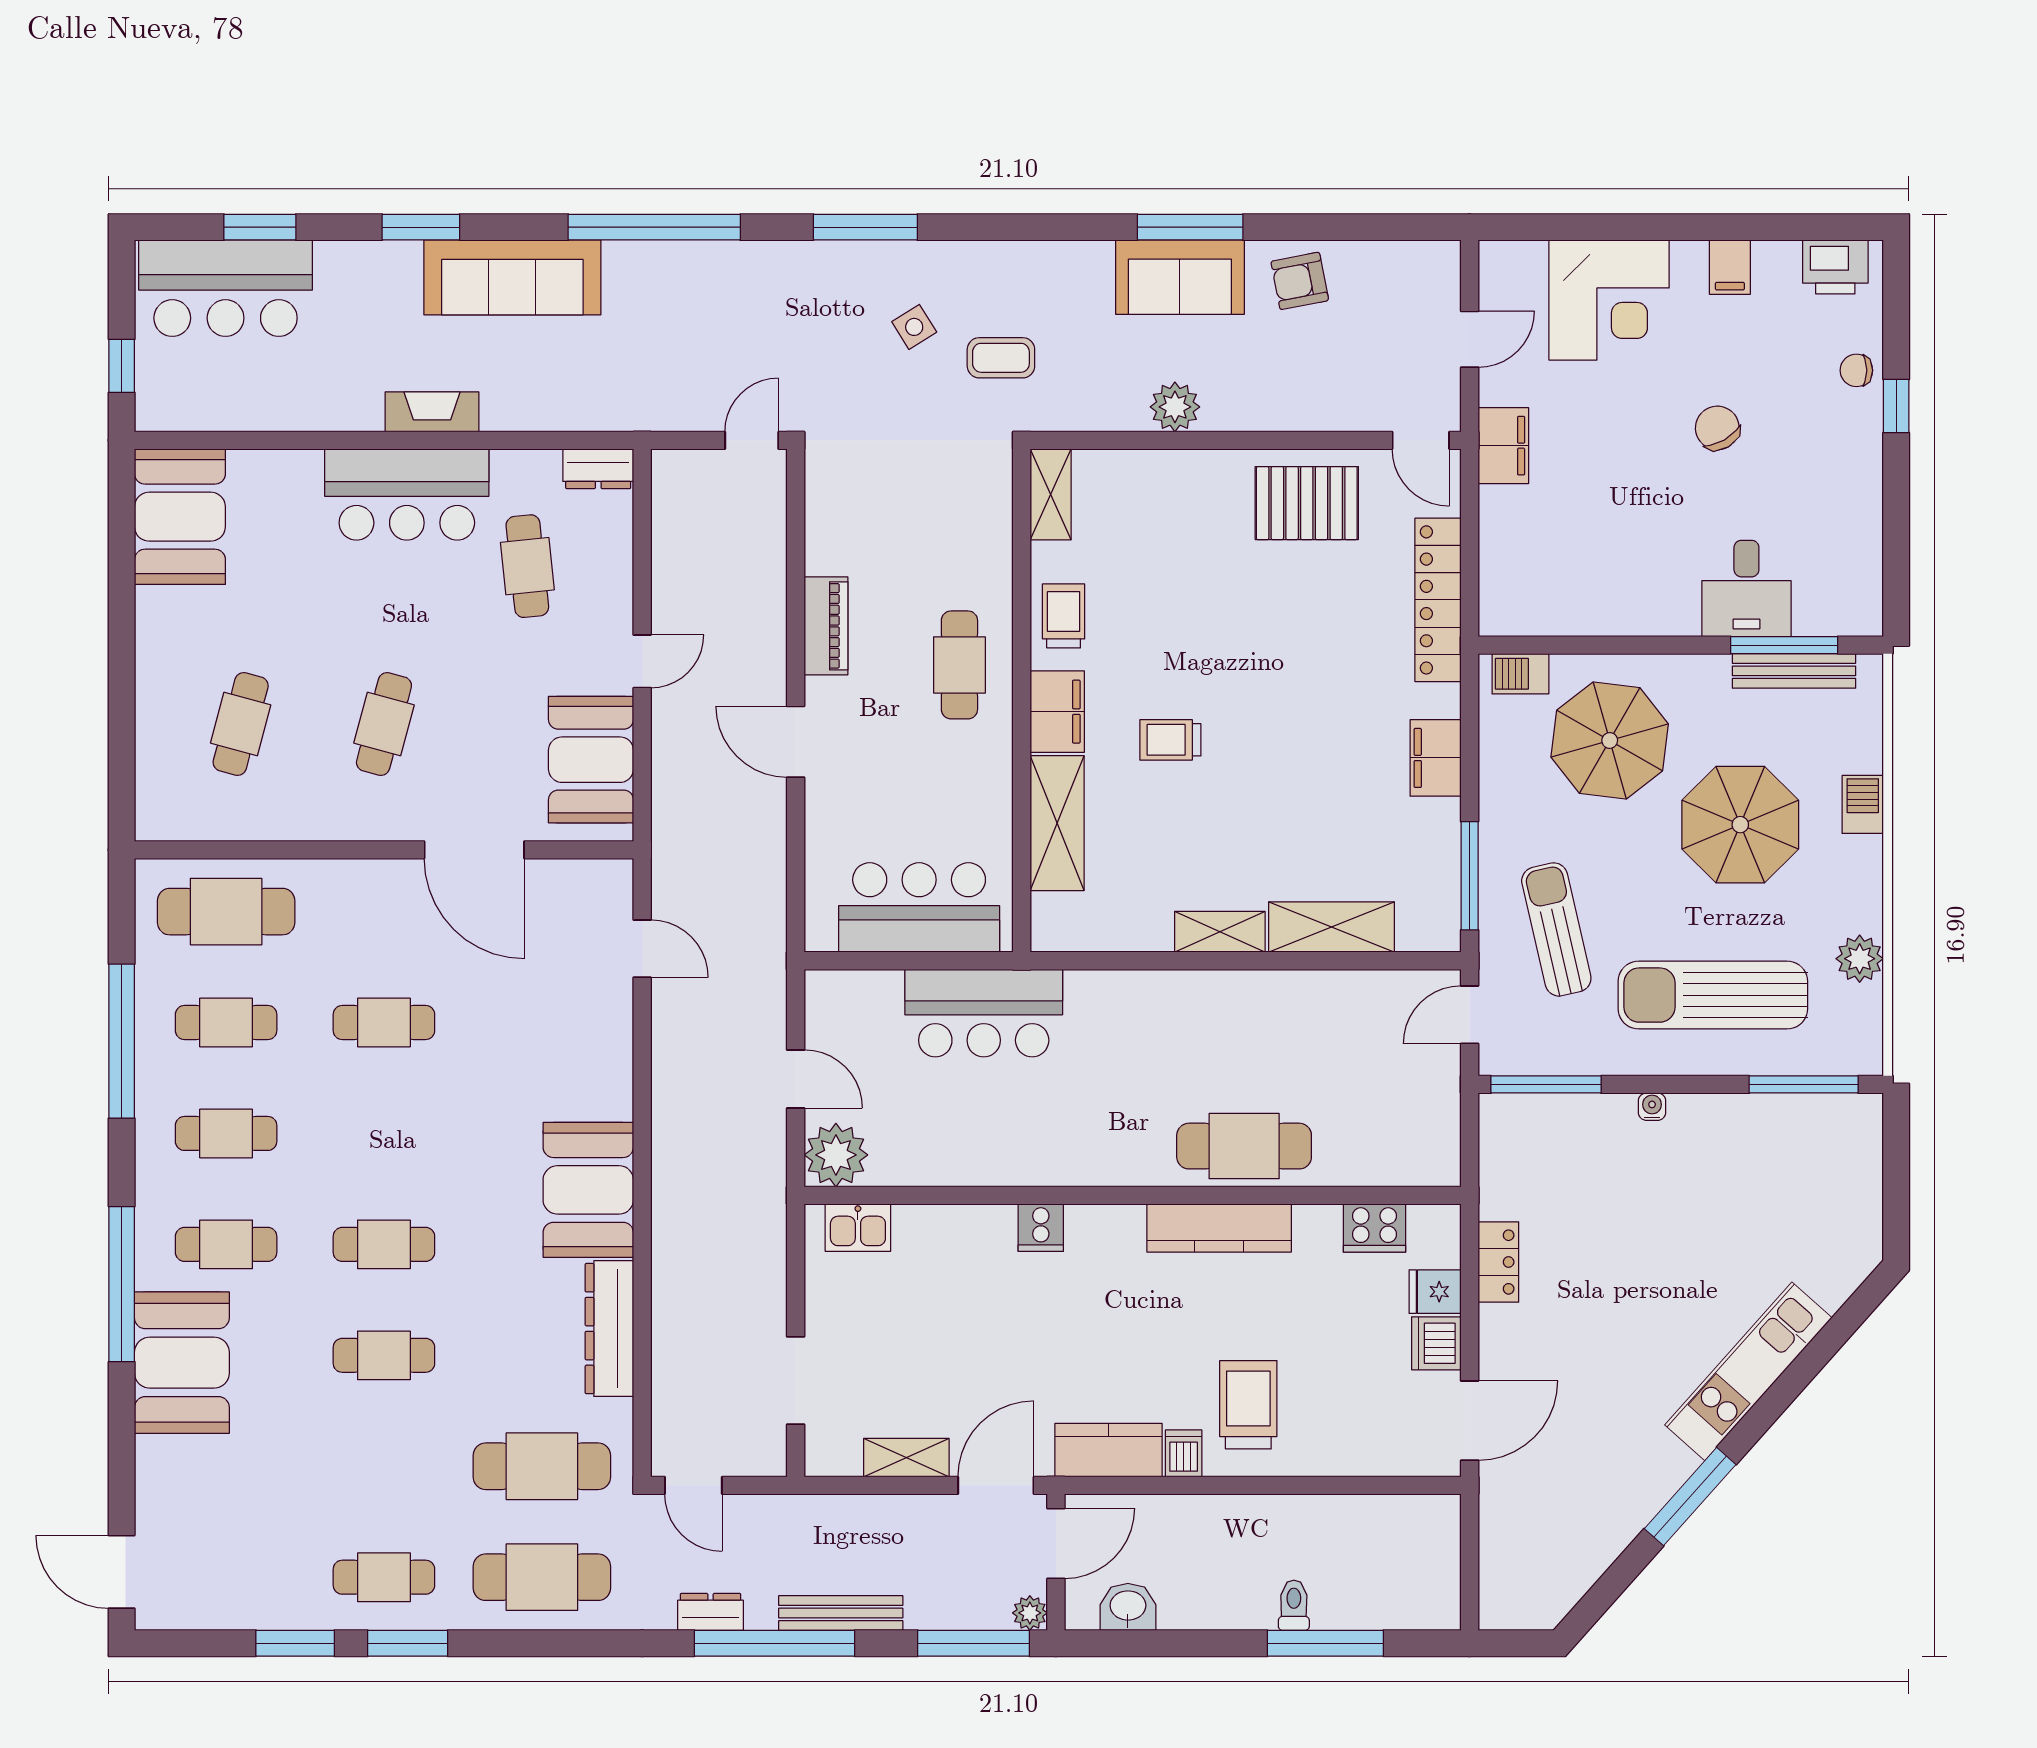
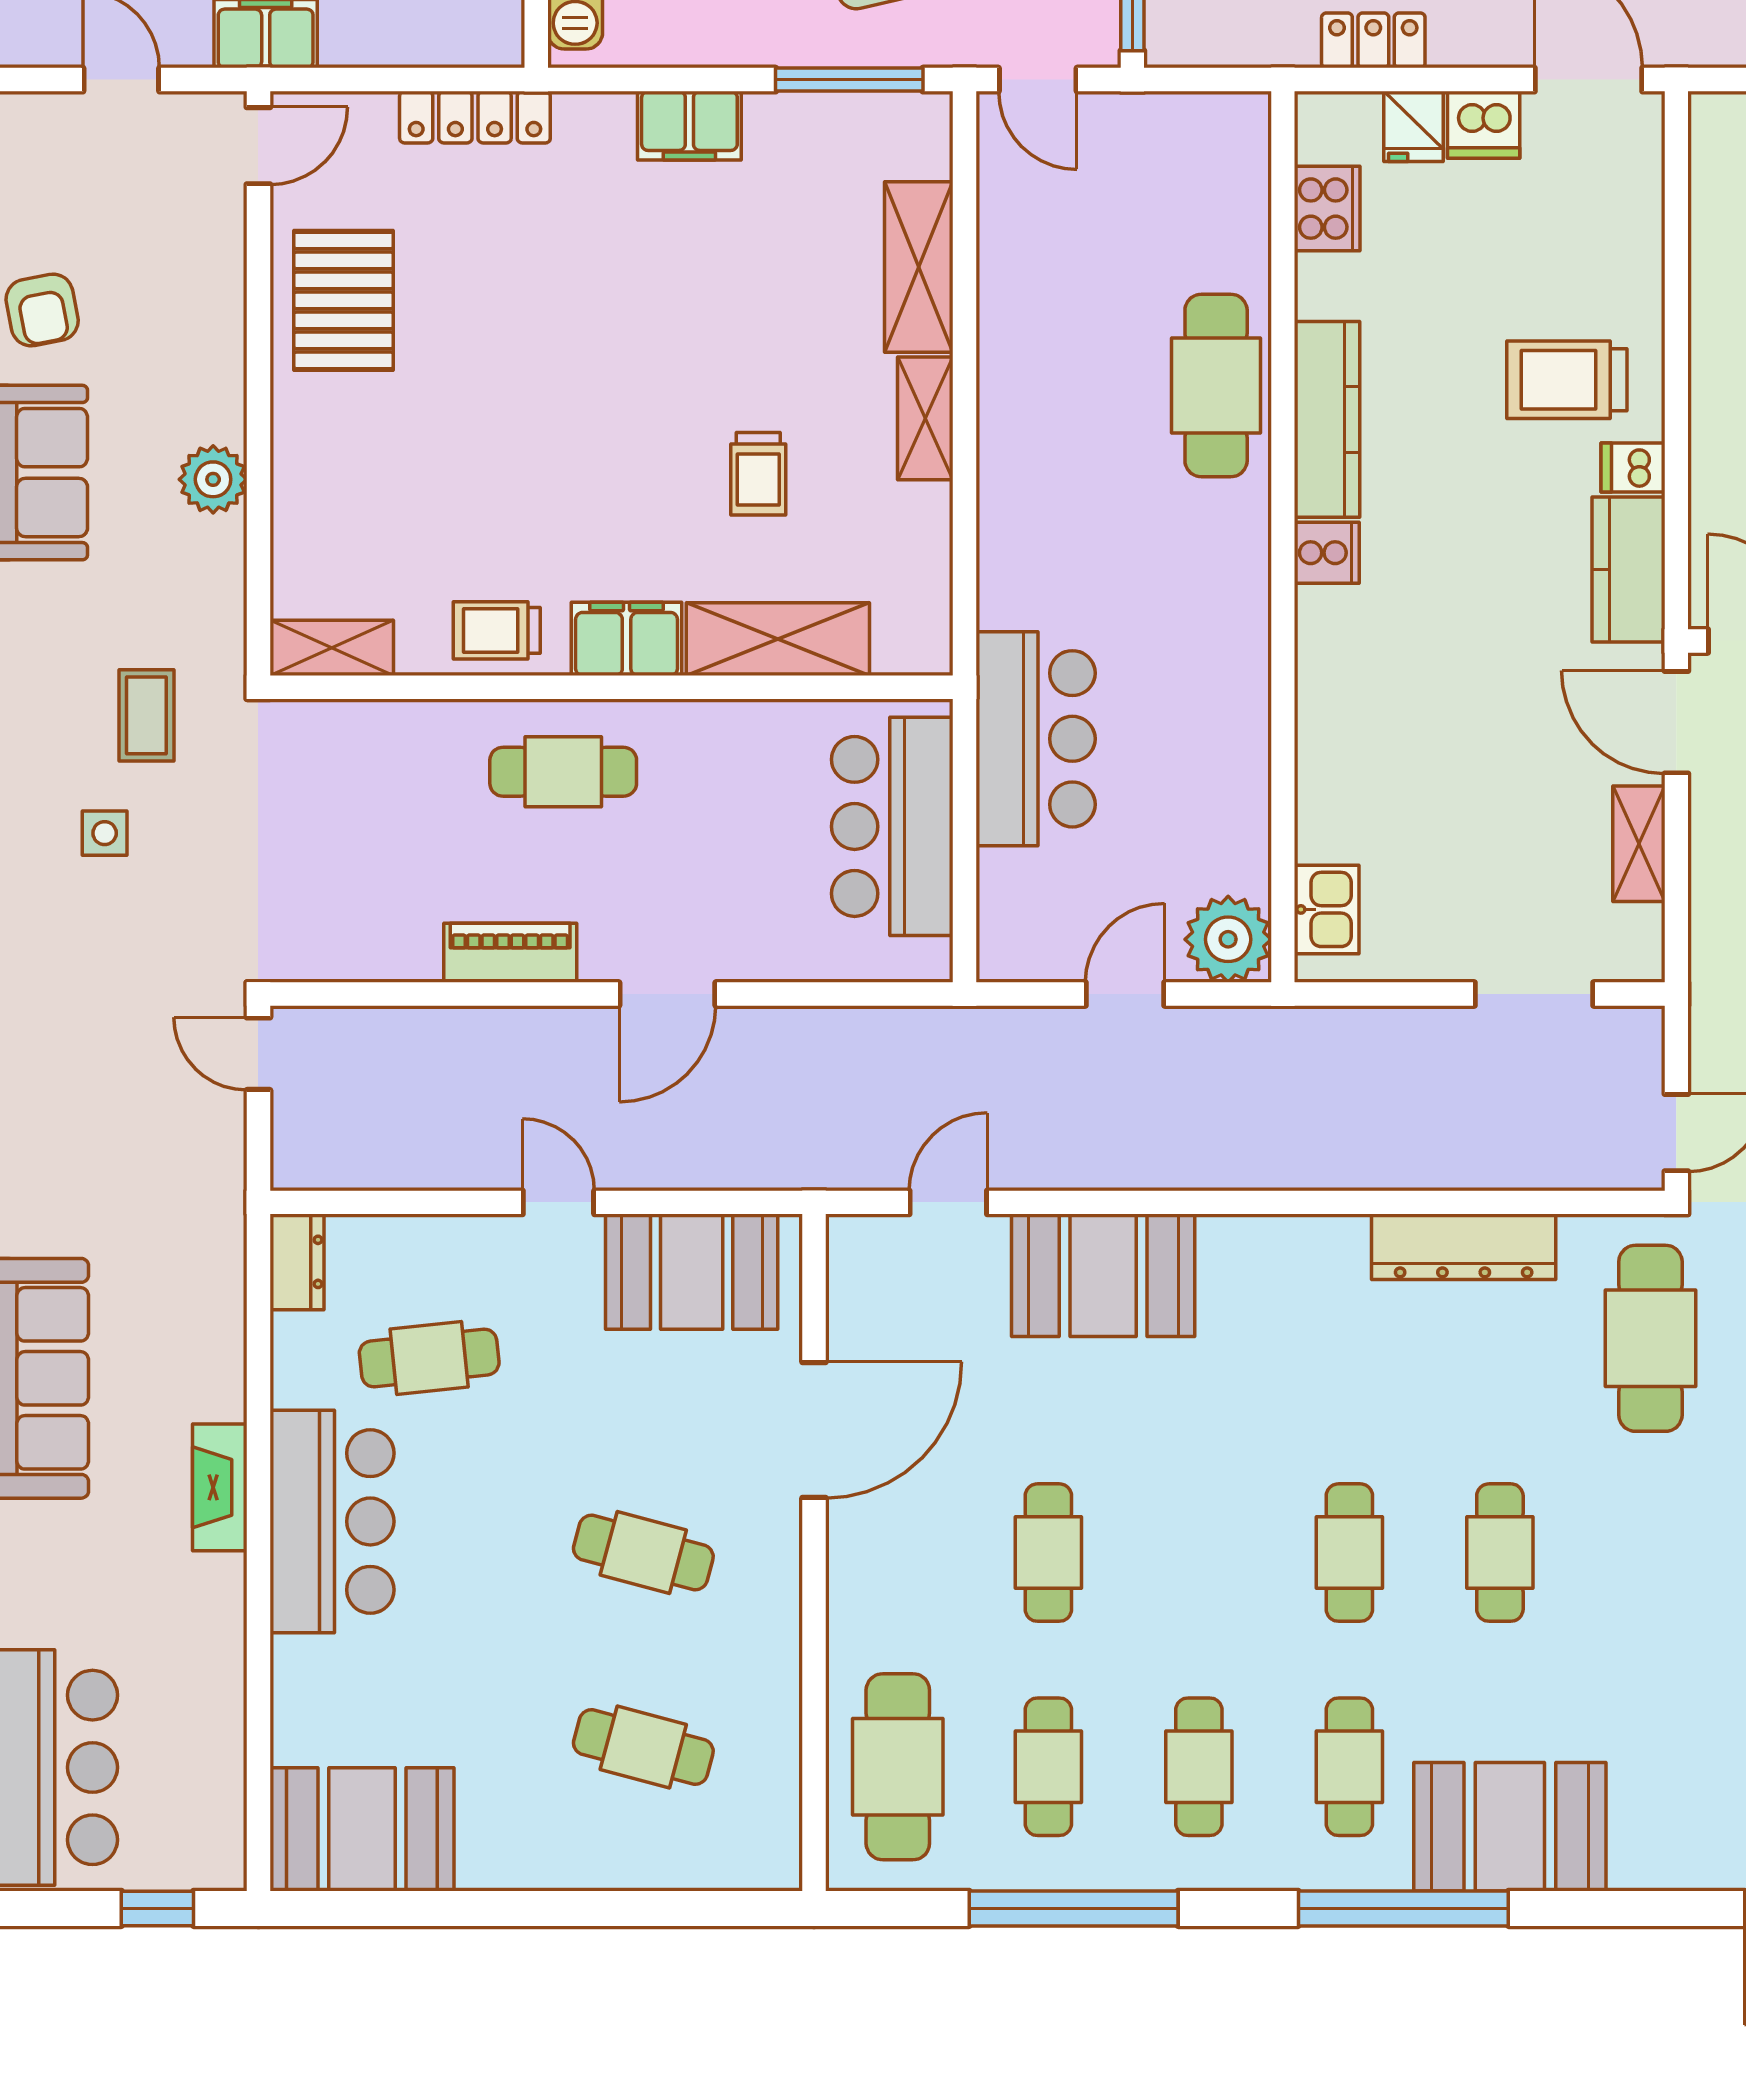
side table: (914, 327) -> (105, 833), turned 32
locker: (1438, 600) -> (475, 117), width x0.71, depth x0.83
trolley: (1170, 740) -> (758, 474), moved
booth: (588, 1190) -> (1103, 1275), moved
cooker: (1041, 1228) -> (1327, 553), moved

